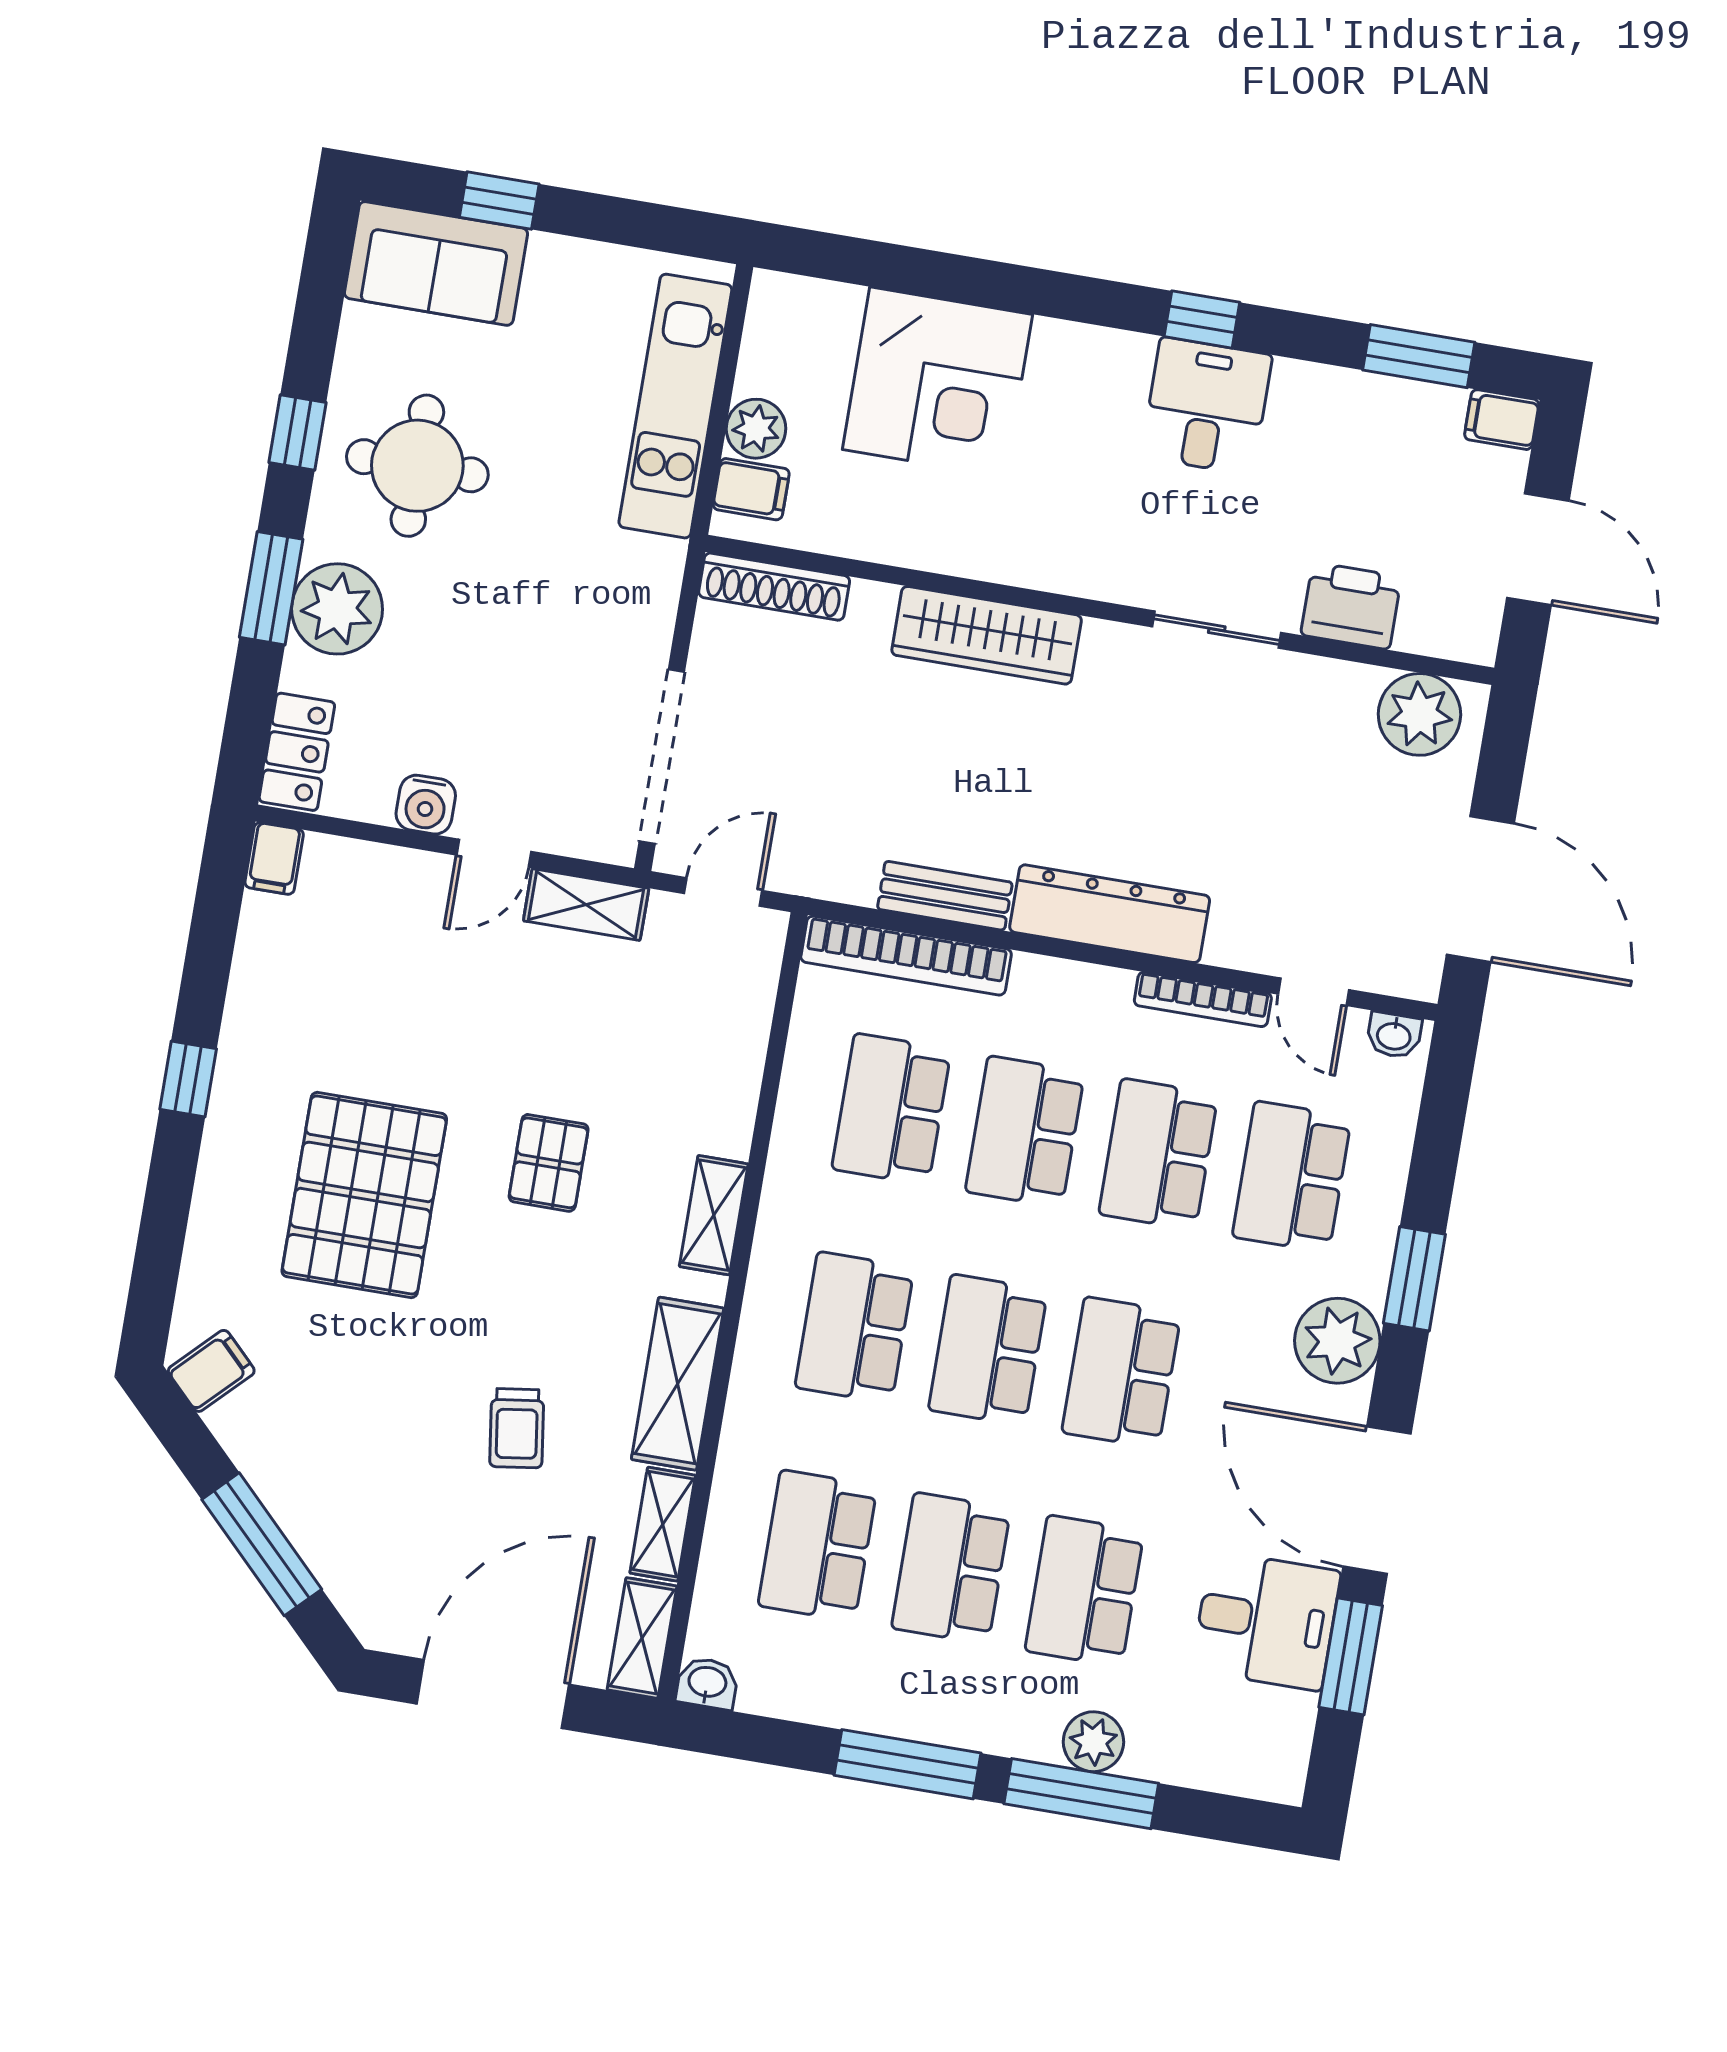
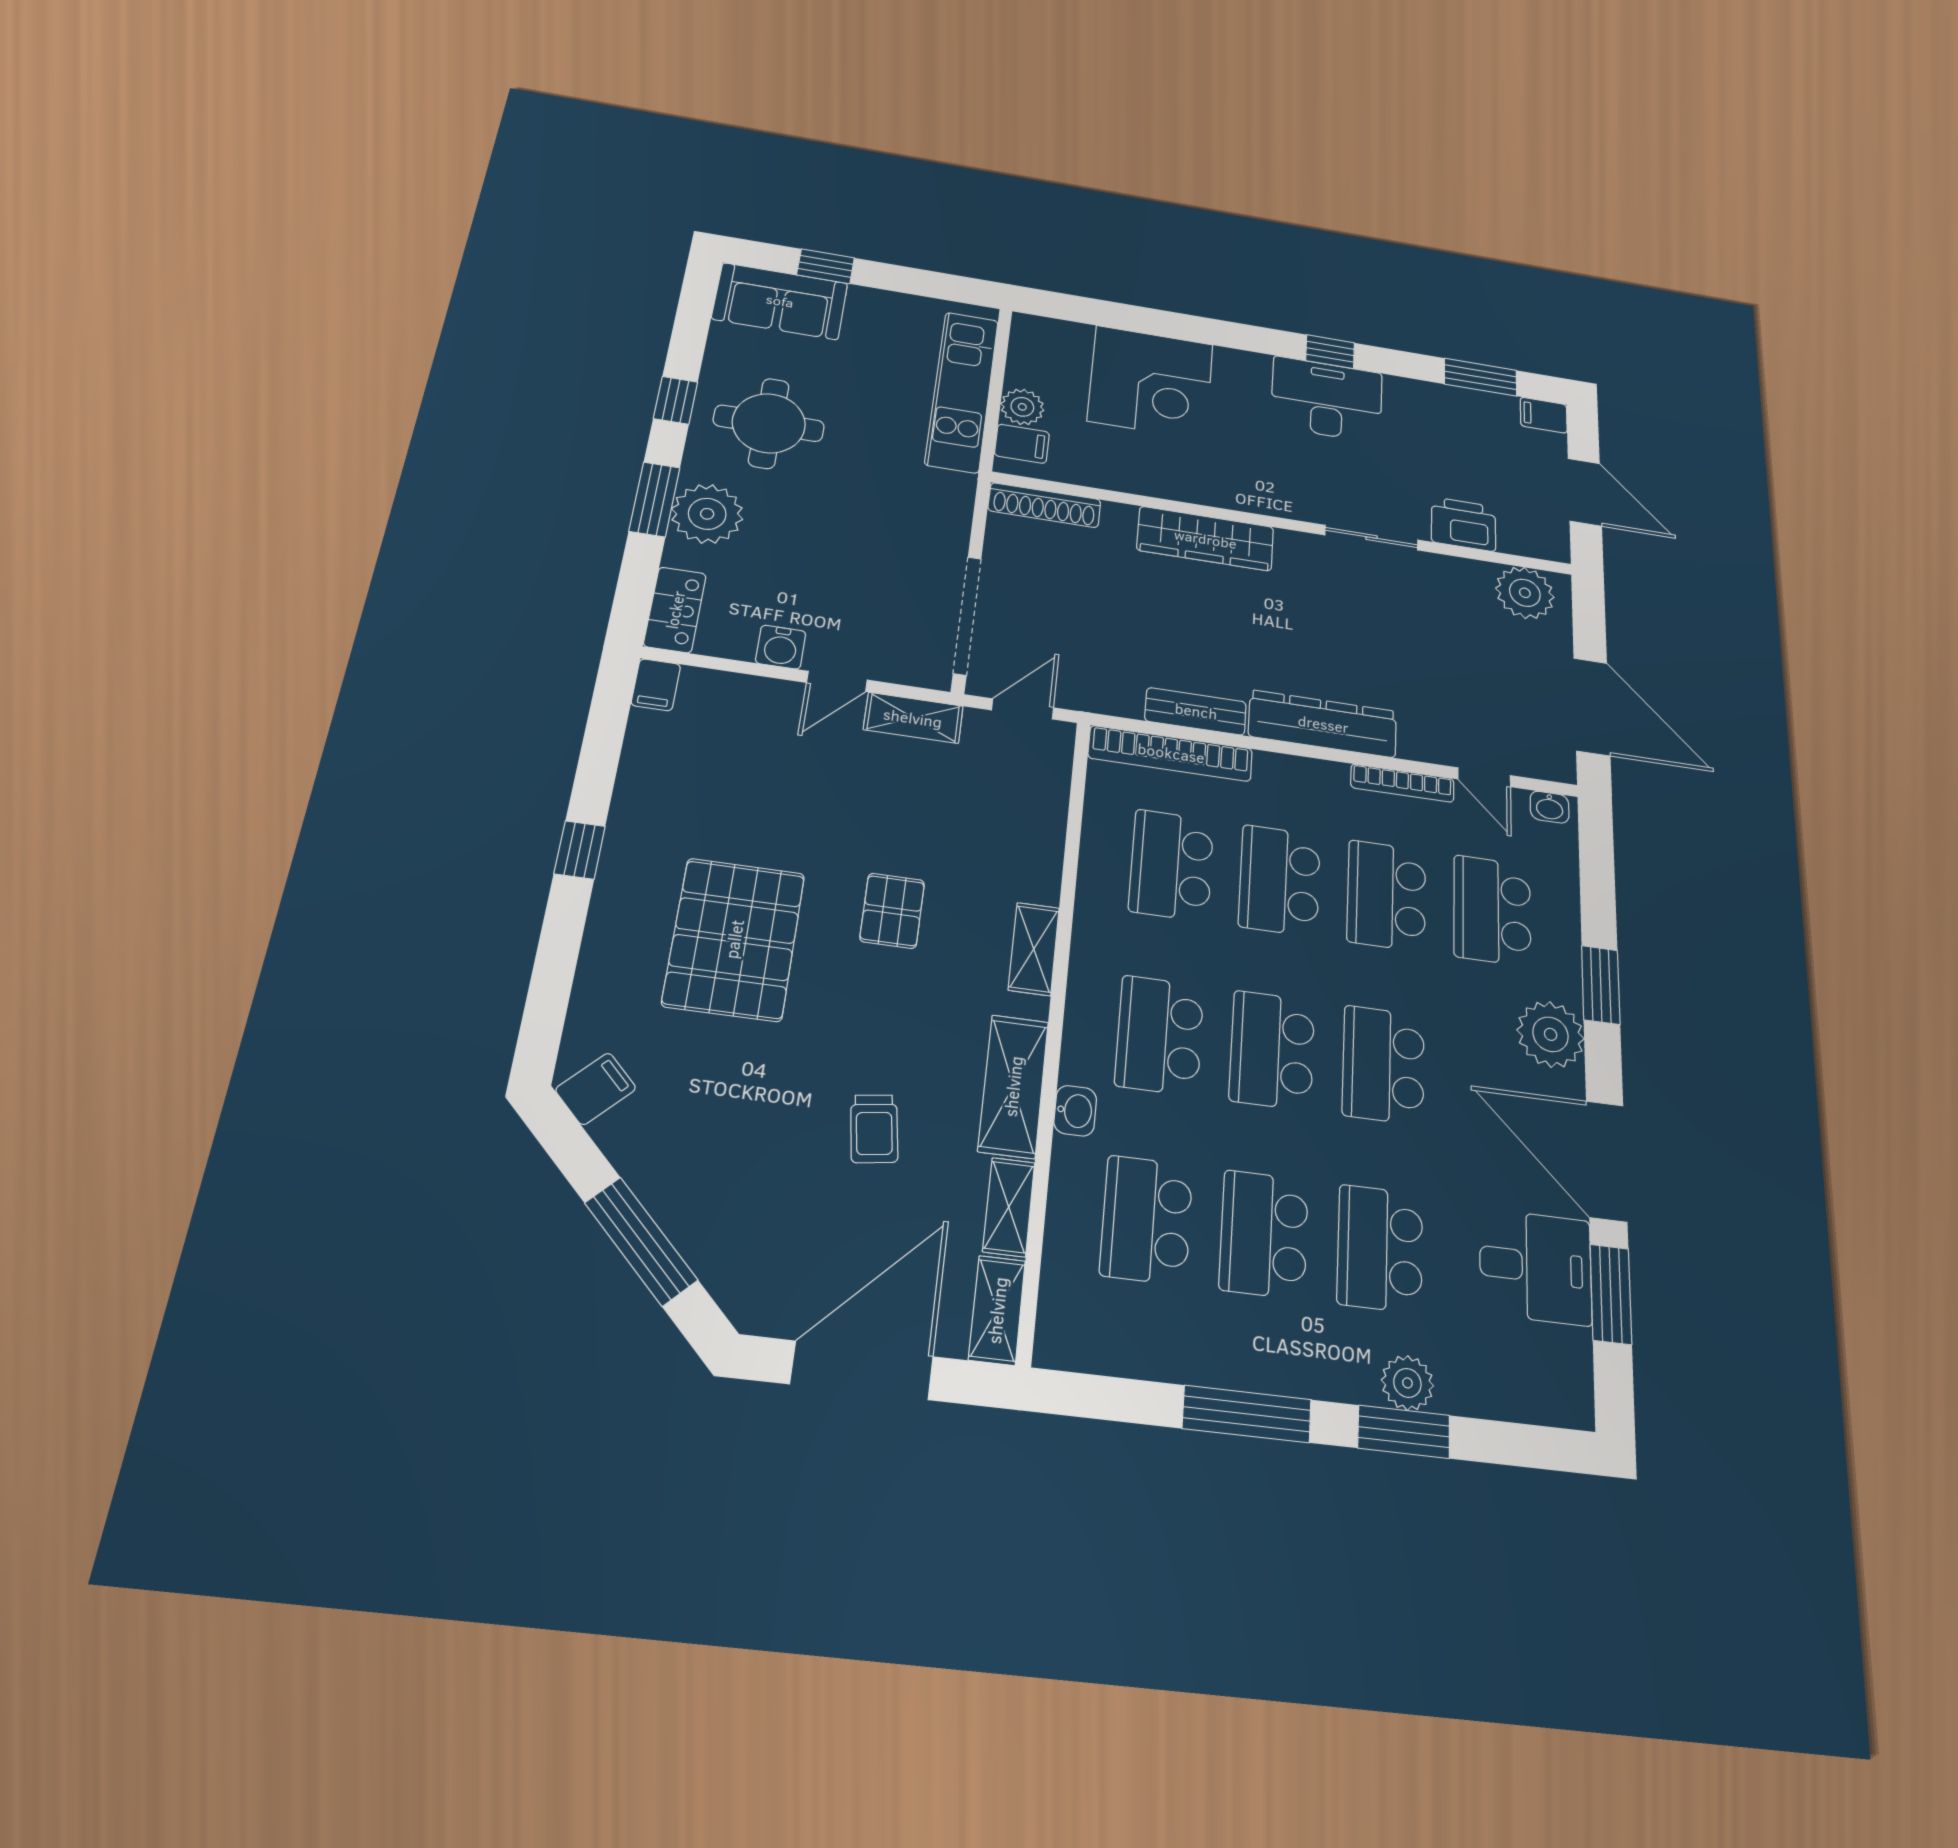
desk: (1207, 406) -> (1327, 399), width x1.37
washbasin: (707, 1683) -> (1075, 1111), moved, turned 90
window: (1081, 1794) -> (1404, 1432), width x0.69

